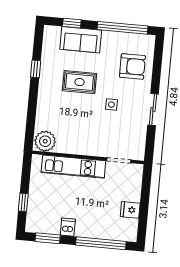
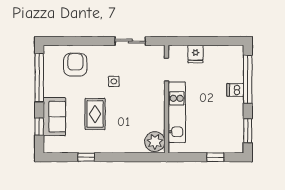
sliding door: (153, 110) -> (130, 41), moved
fridge: (130, 210) -> (196, 54), moved
dishwasher: (68, 227) -> (235, 90), moved

